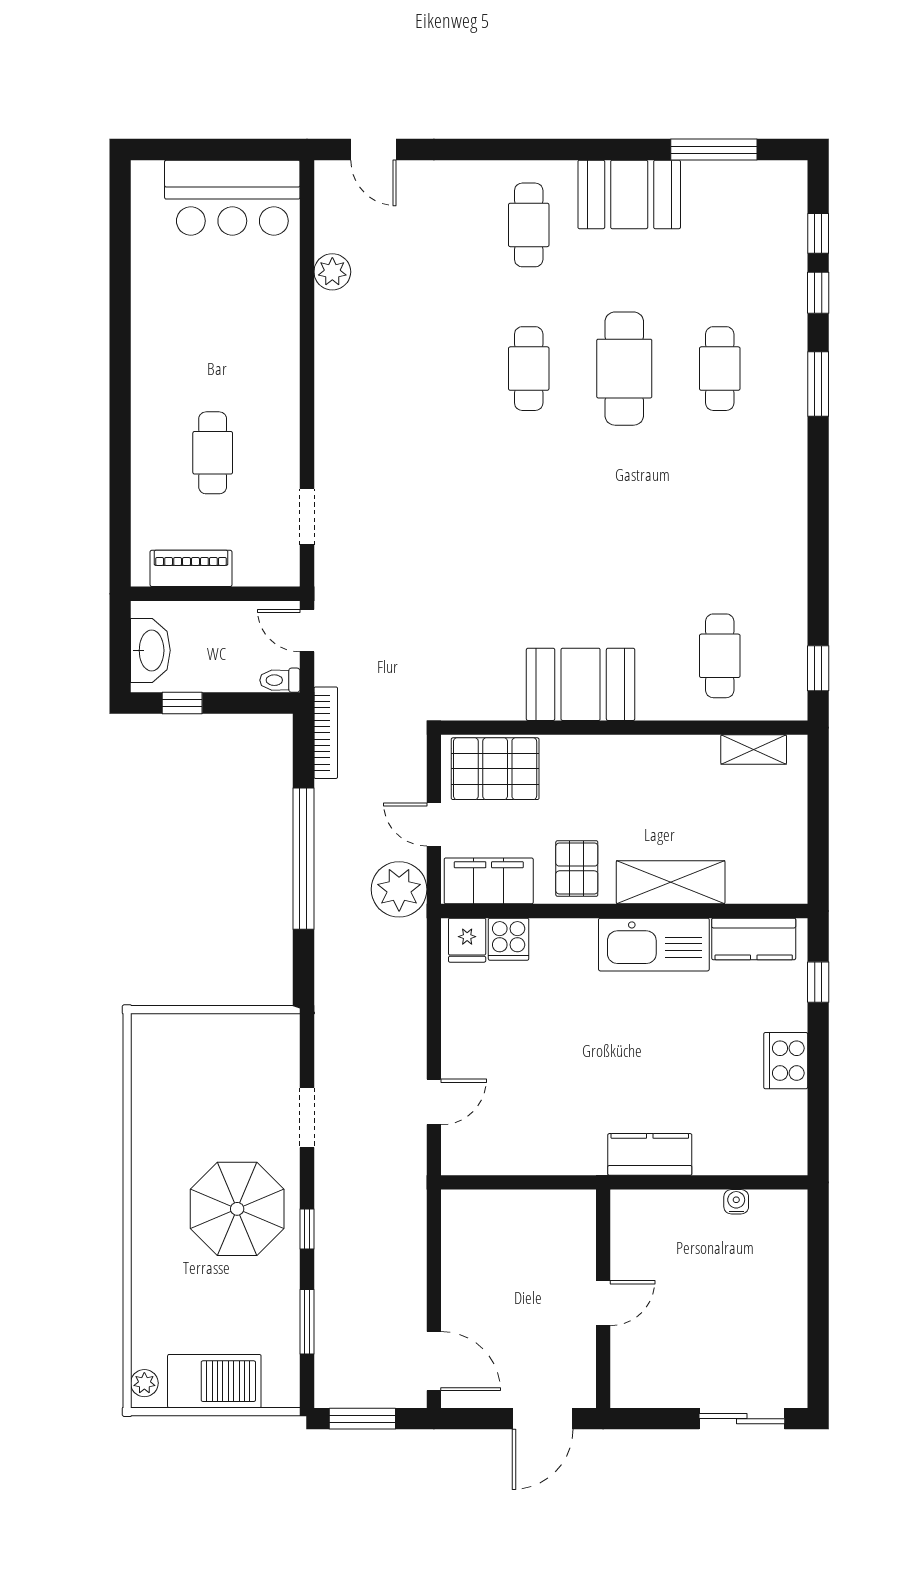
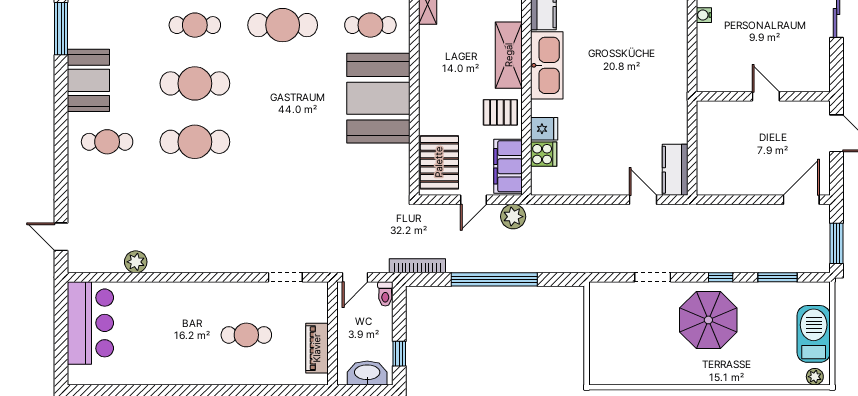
door: (373, 150) -> (61, 237), swing flipped
cafe table: (529, 369) -> (195, 142), width x1.37, depth x1.35
cafe table: (720, 512) -> (283, 25), added
booth: (581, 684) -> (378, 98), width x1.36, depth x1.42
plant: (399, 889) -> (513, 217), width x0.73, depth x0.73
fridge: (467, 940) -> (544, 129), moved
kitchen counter: (650, 1154) -> (675, 170), moved

